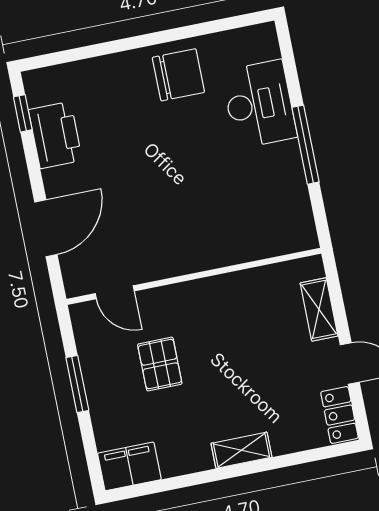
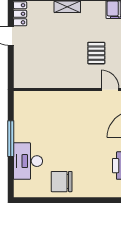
shelving: (319, 309) -> (20, 63), removed

